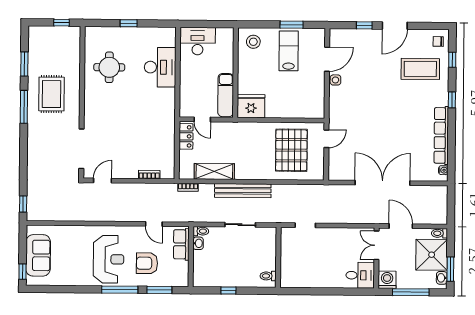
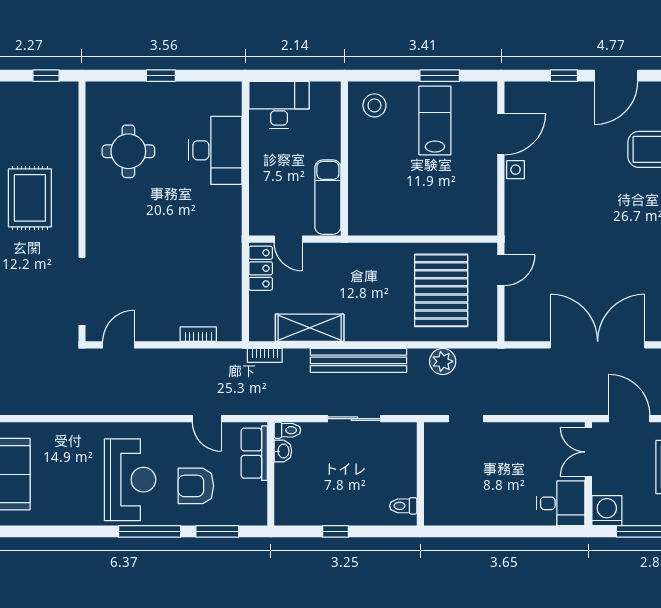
fridge: (251, 106) -> (371, 216), removed
plant: (292, 192) -> (443, 361), added

